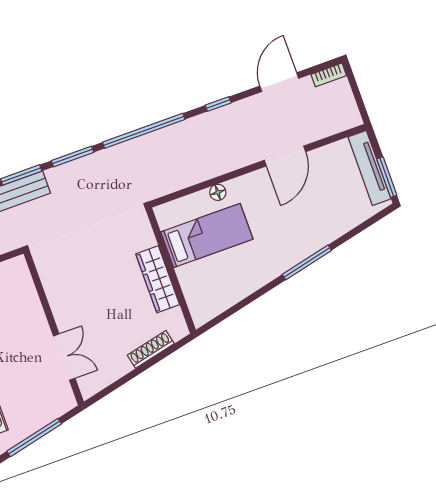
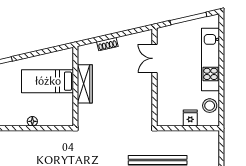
bed: (207, 236) -> (48, 81), moved
shoe rack: (151, 349) -> (107, 44), width x0.70

